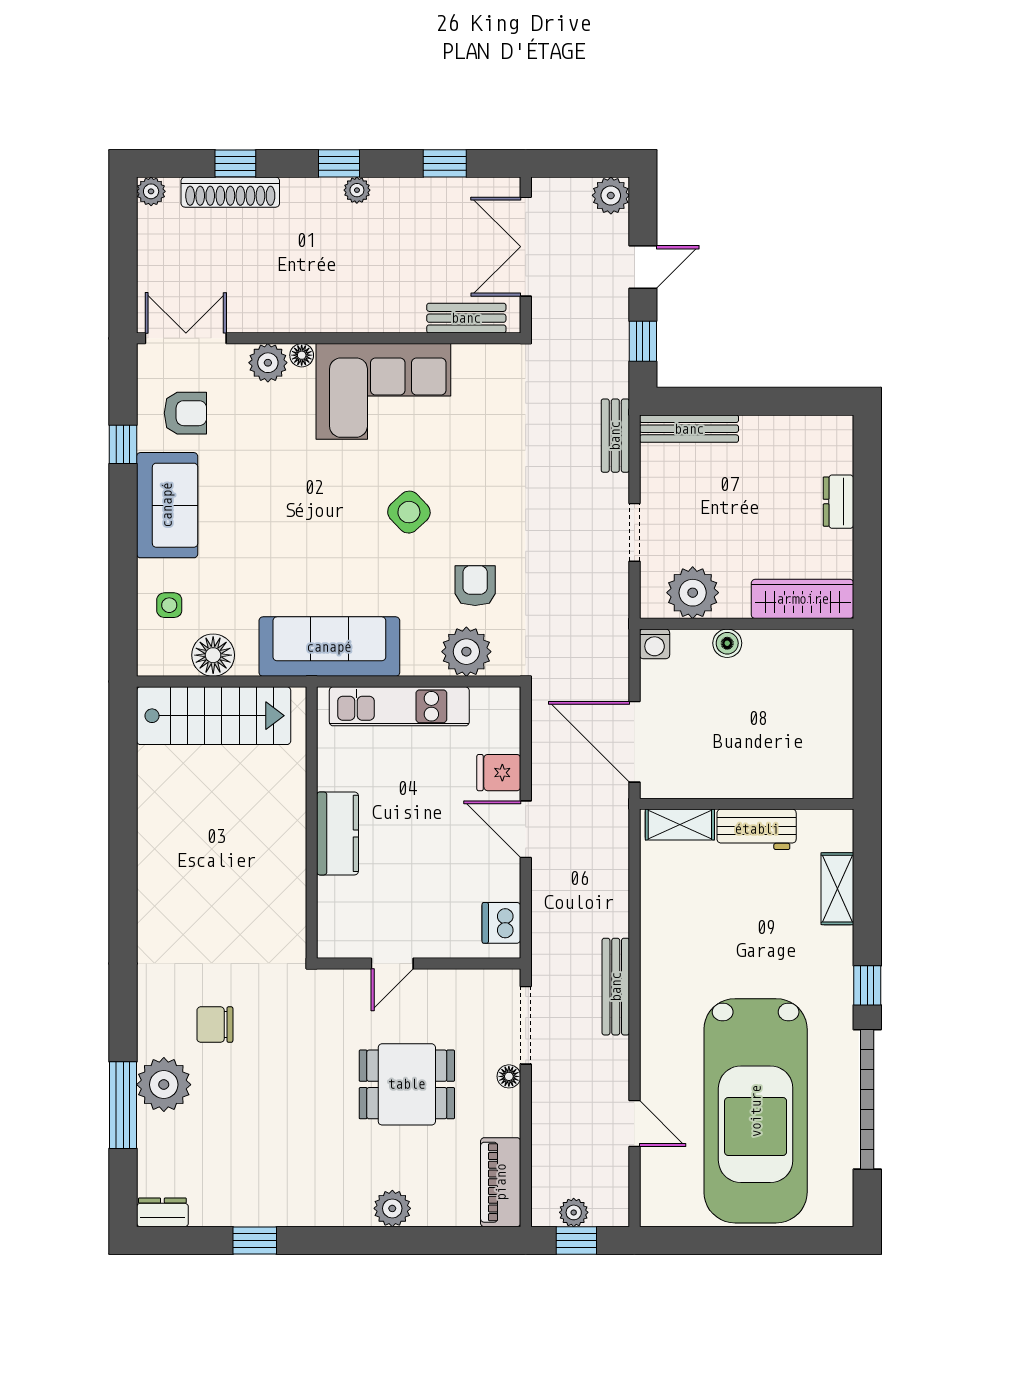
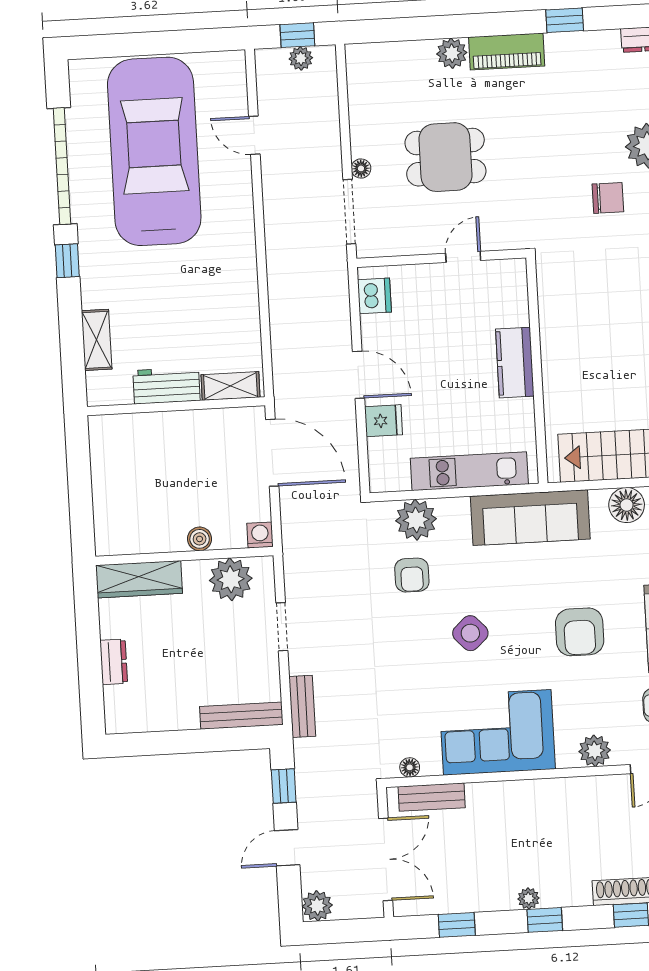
floor lamp: (302, 355) -> (410, 767), moved
armchair: (278, 506) -> (580, 632), added
bench: (616, 987) -> (276, 248), removed
piano: (501, 1182) -> (507, 51), moved, turned 90

